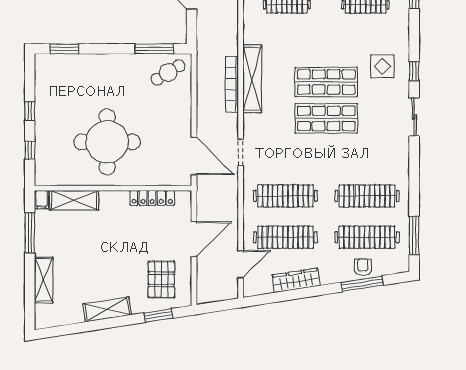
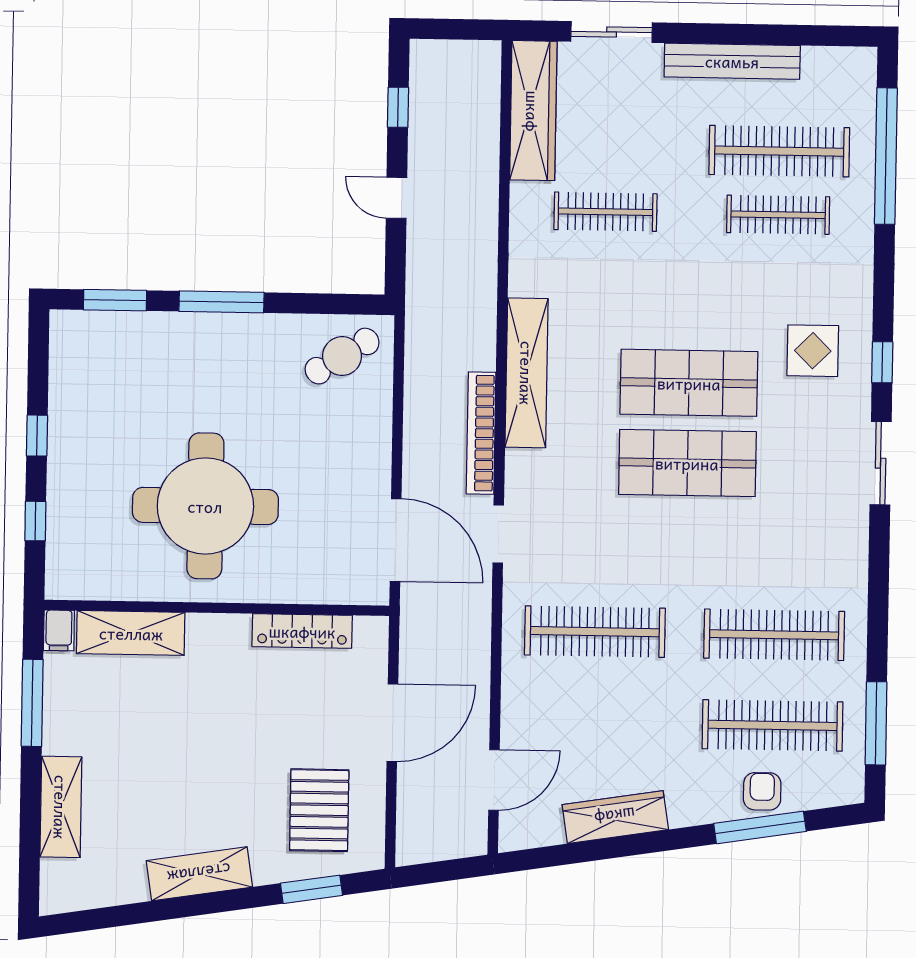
window: (154, 49) -> (221, 302), moved
bookcase: (232, 84) -> (481, 433), moved
clothes rail: (285, 237) -> (593, 722), removed

